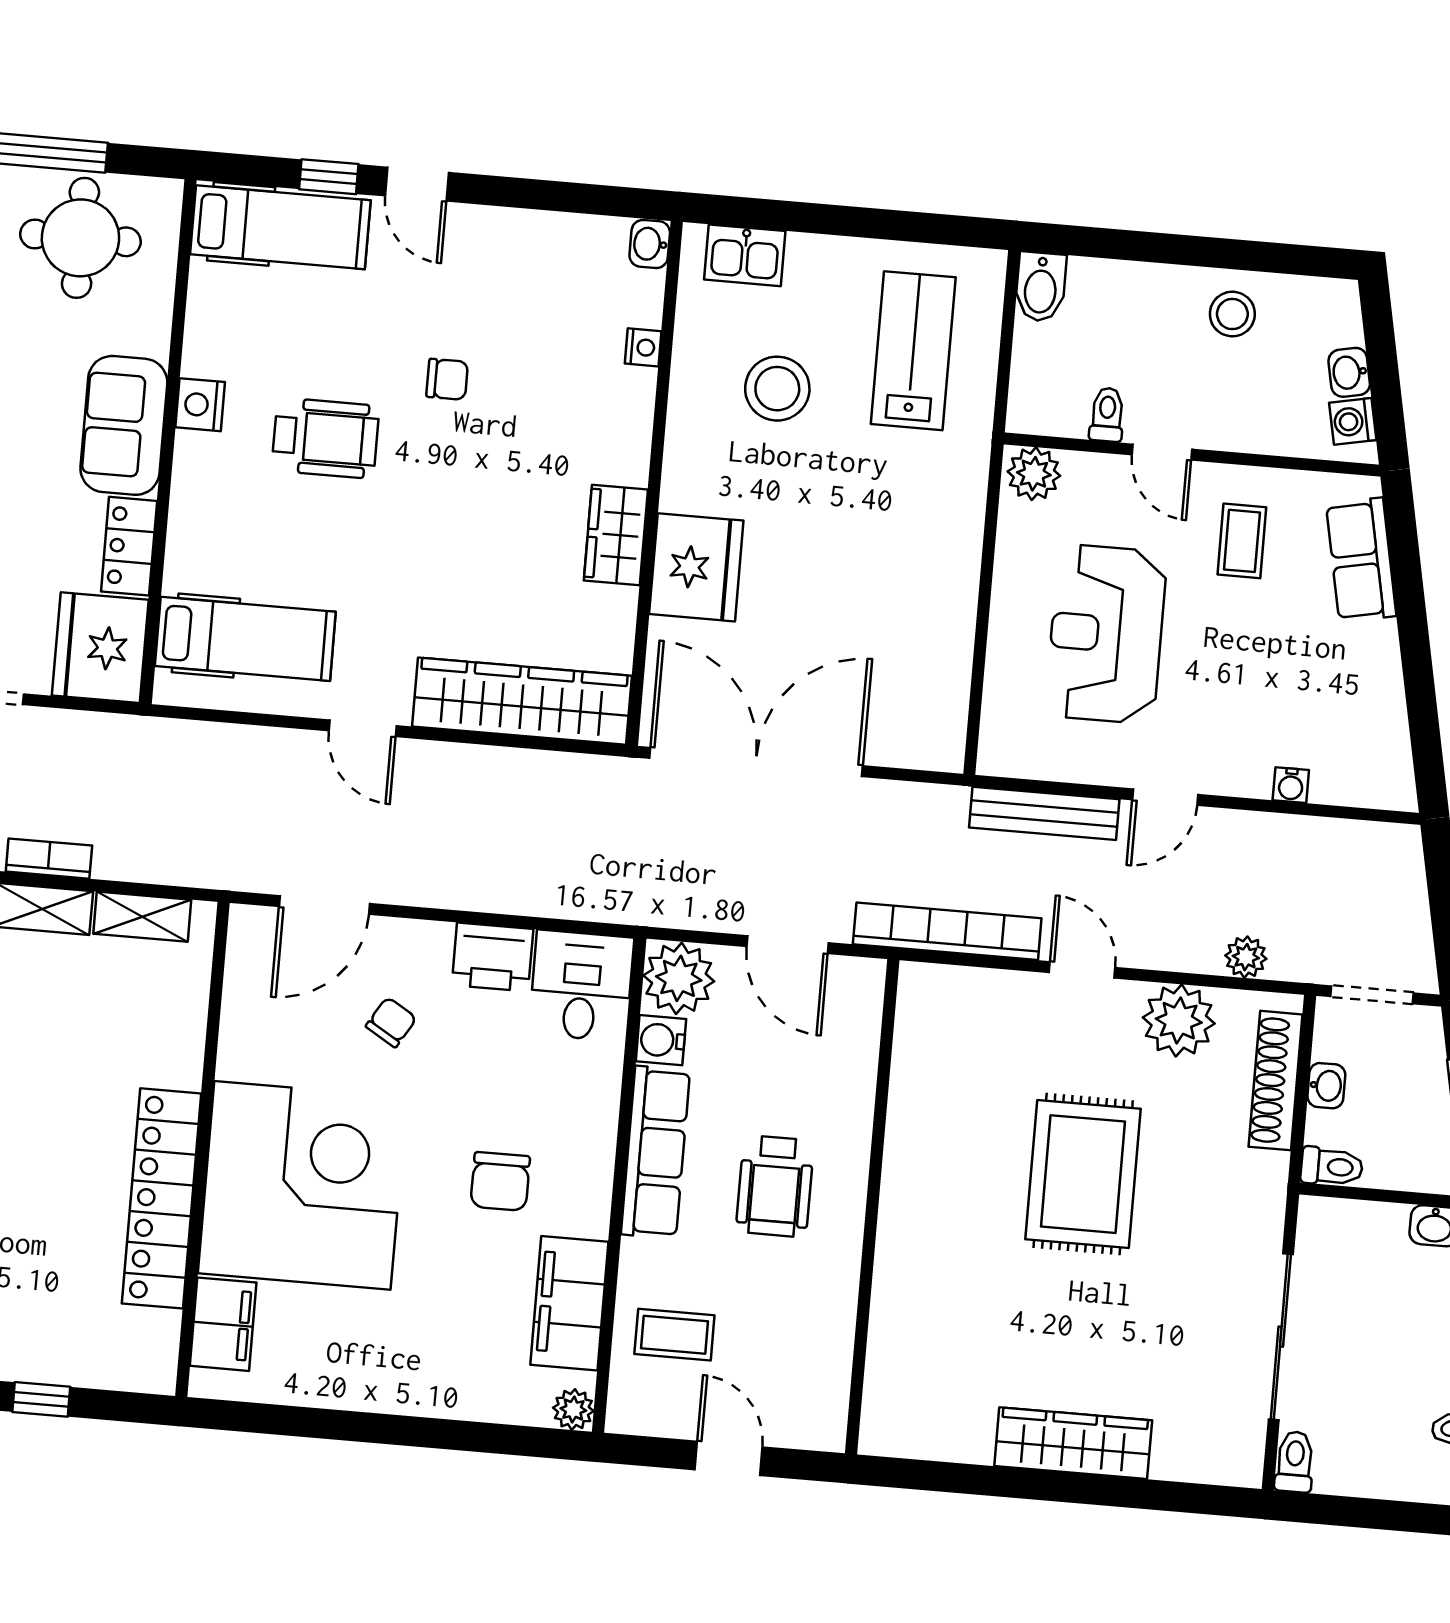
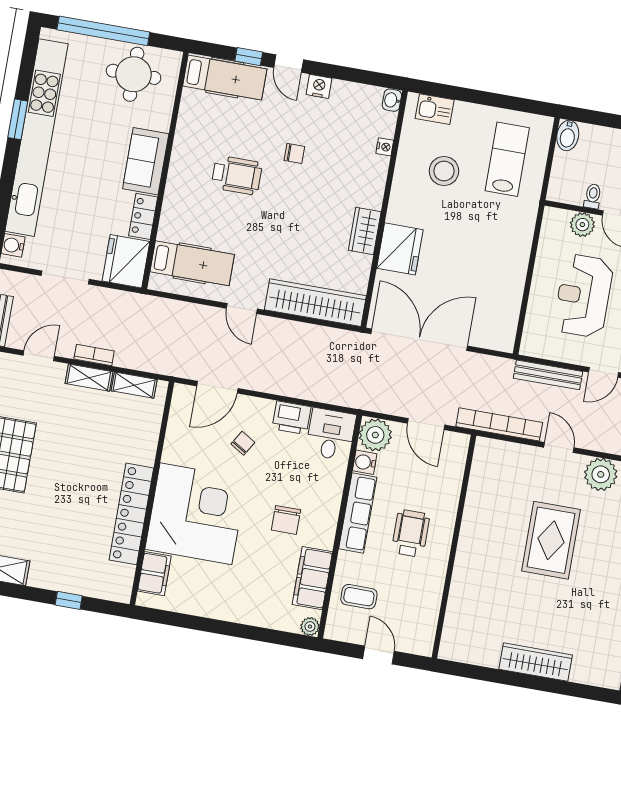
nightstand: (200, 405) -> (319, 86), moved, turned 90
plant: (1034, 474) -> (582, 225), moved
wheelchair: (775, 1186) -> (411, 533), turned 180

